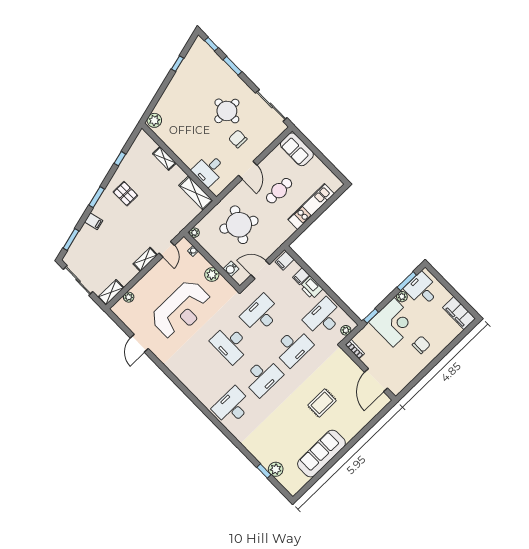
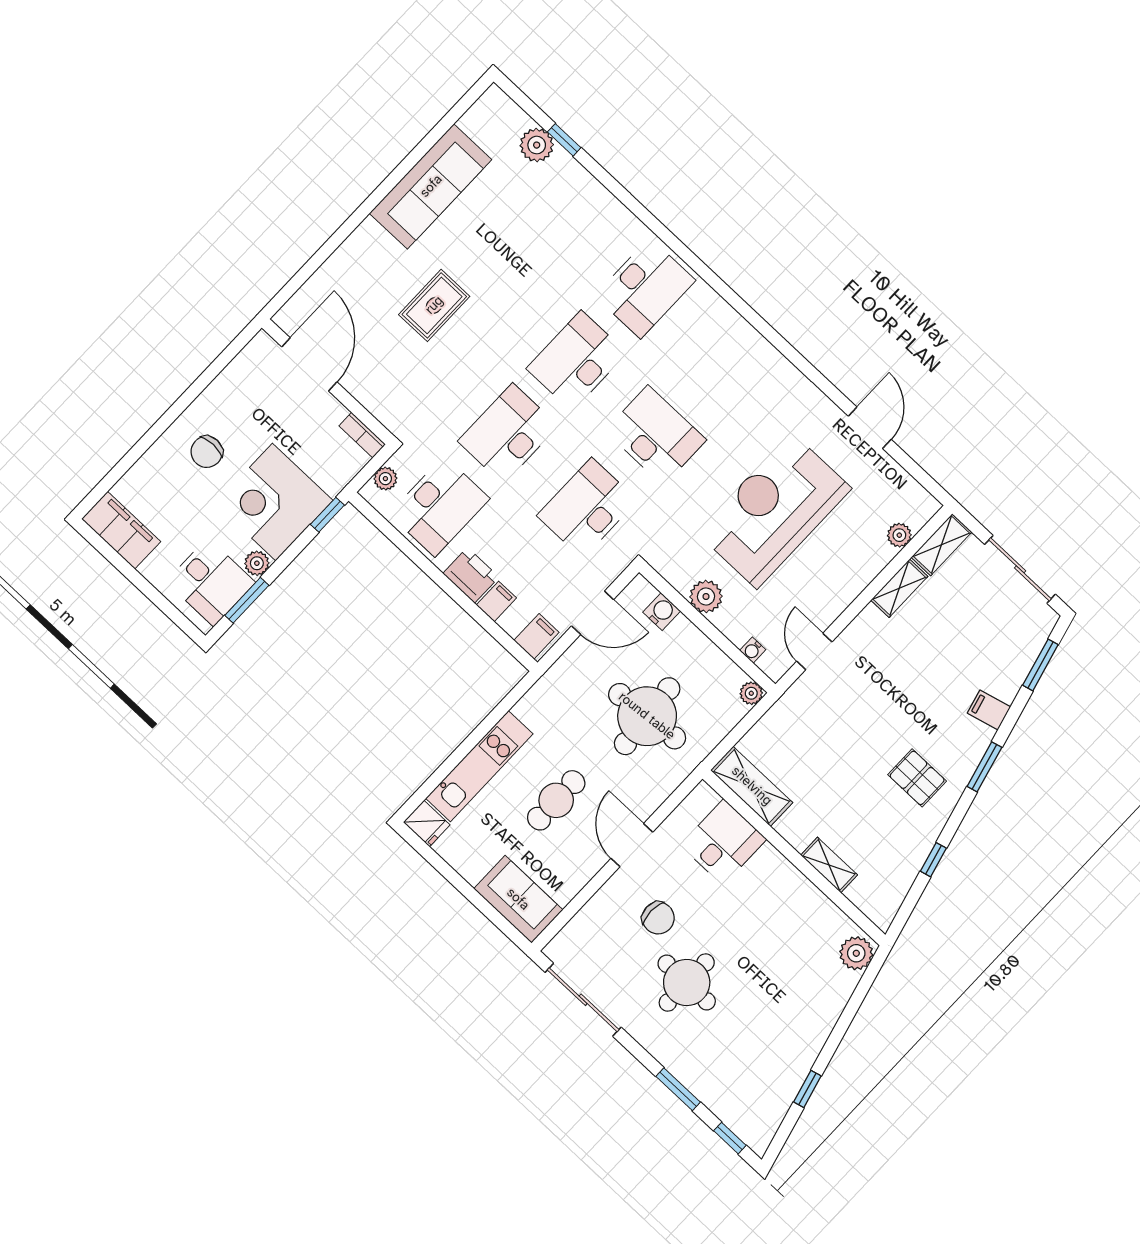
fridge: (334, 183) -> (427, 824), added
round table: (239, 225) -> (647, 716), turned -34
shelving: (145, 259) -> (899, 588), moved
desk: (261, 314) -> (587, 508), turned 180

